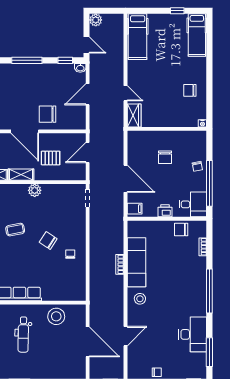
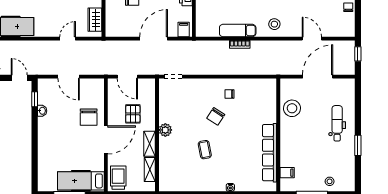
door: (86, 45) -> (19, 78), hinge flipped
window: (27, 60) -> (35, 138), removed
washbasin: (80, 68) -> (42, 111), moved
wardrobe: (134, 115) -> (95, 20), moved, turned -90
exam couch: (136, 262) -> (238, 31), width x0.73, depth x0.69
dental chair: (23, 335) -> (337, 123), moved, turned -91

